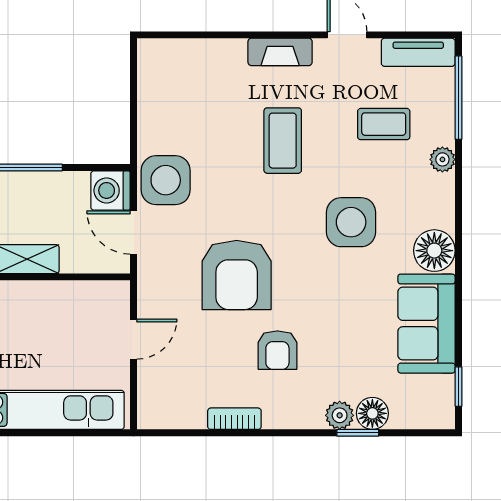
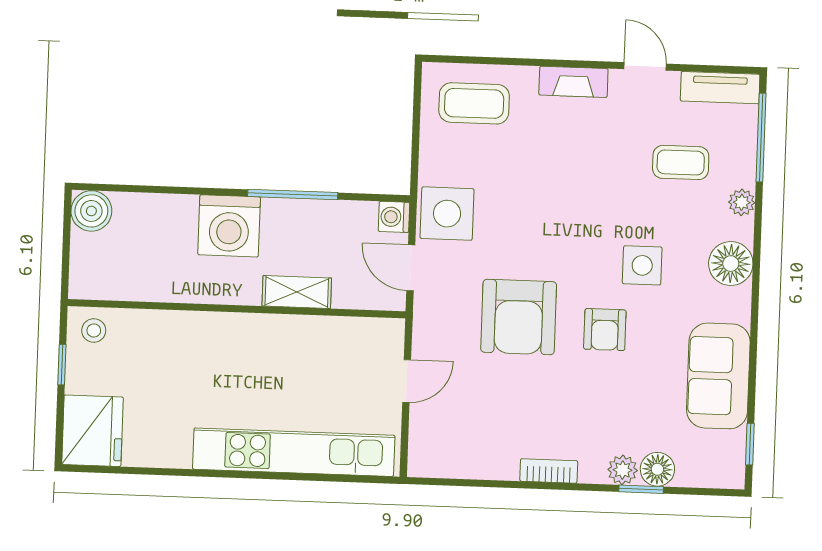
coffee table: (283, 141) -> (474, 103), moved, turned 90
washing machine: (110, 190) -> (394, 217), width x0.73, depth x0.73
side table: (351, 222) -> (642, 265), width x0.73, depth x0.73
floor lamp: (434, 251) -> (731, 264), moved
armchair: (277, 350) -> (605, 330), moved
bookcase: (234, 419) -> (549, 471), moved

